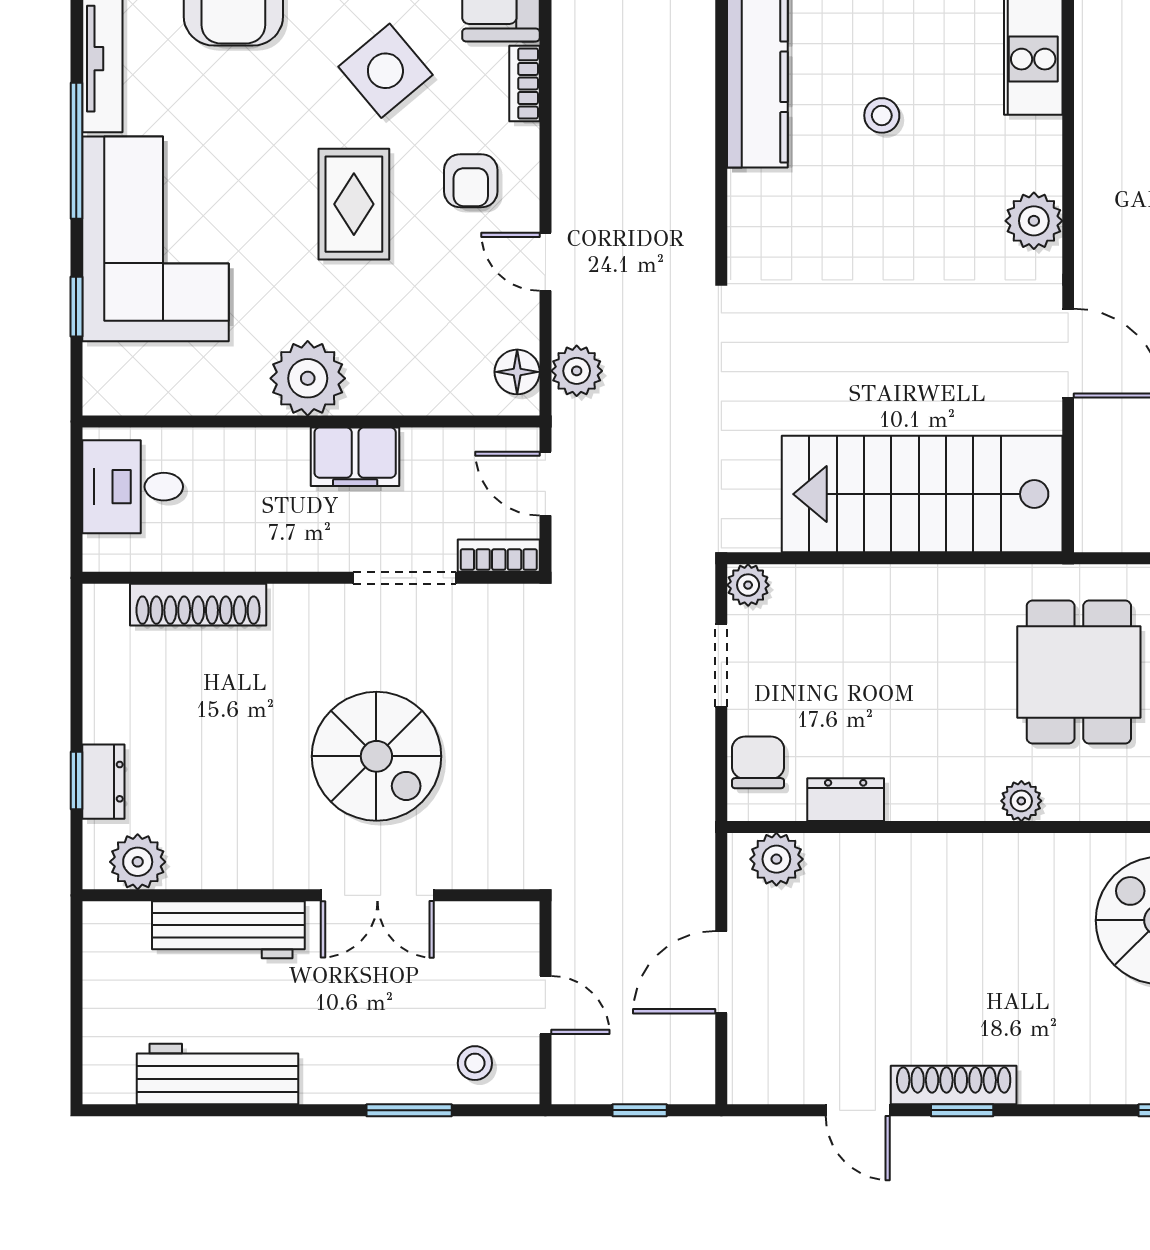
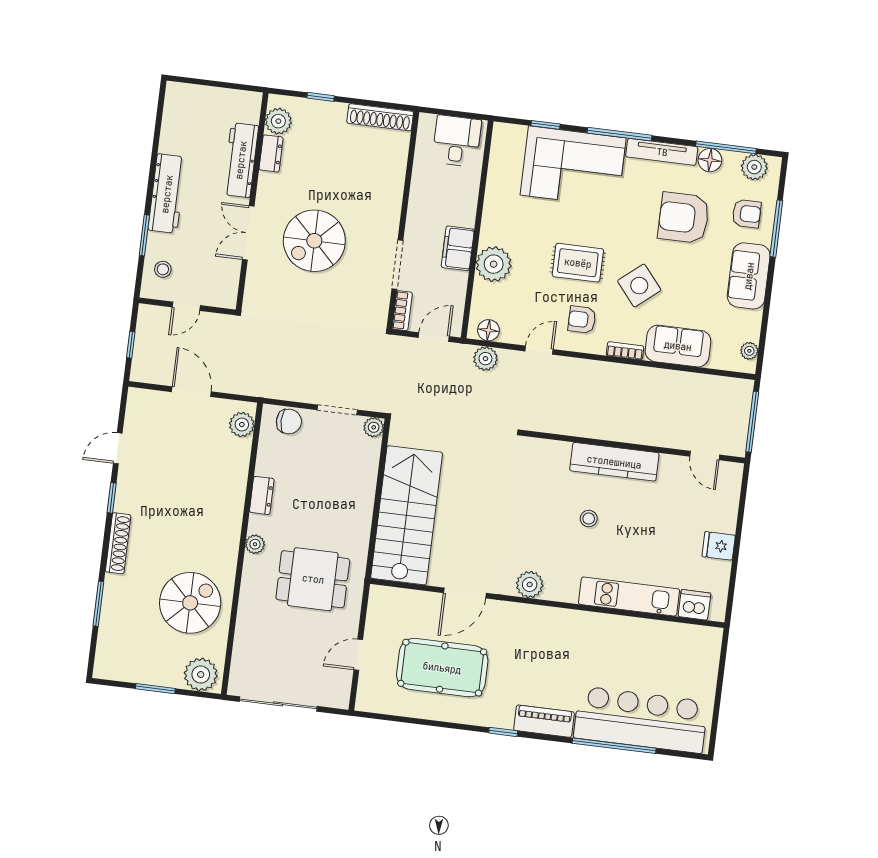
plant: (308, 378) -> (494, 264), moved
shoe rack: (198, 605) -> (380, 117), moved, turned -90
dresser: (103, 782) -> (271, 153), moved, turned -90
dresser: (846, 800) -> (262, 495), moved
workbench: (217, 1074) -> (167, 194), moved
shoe rack: (954, 1085) -> (118, 543), moved

